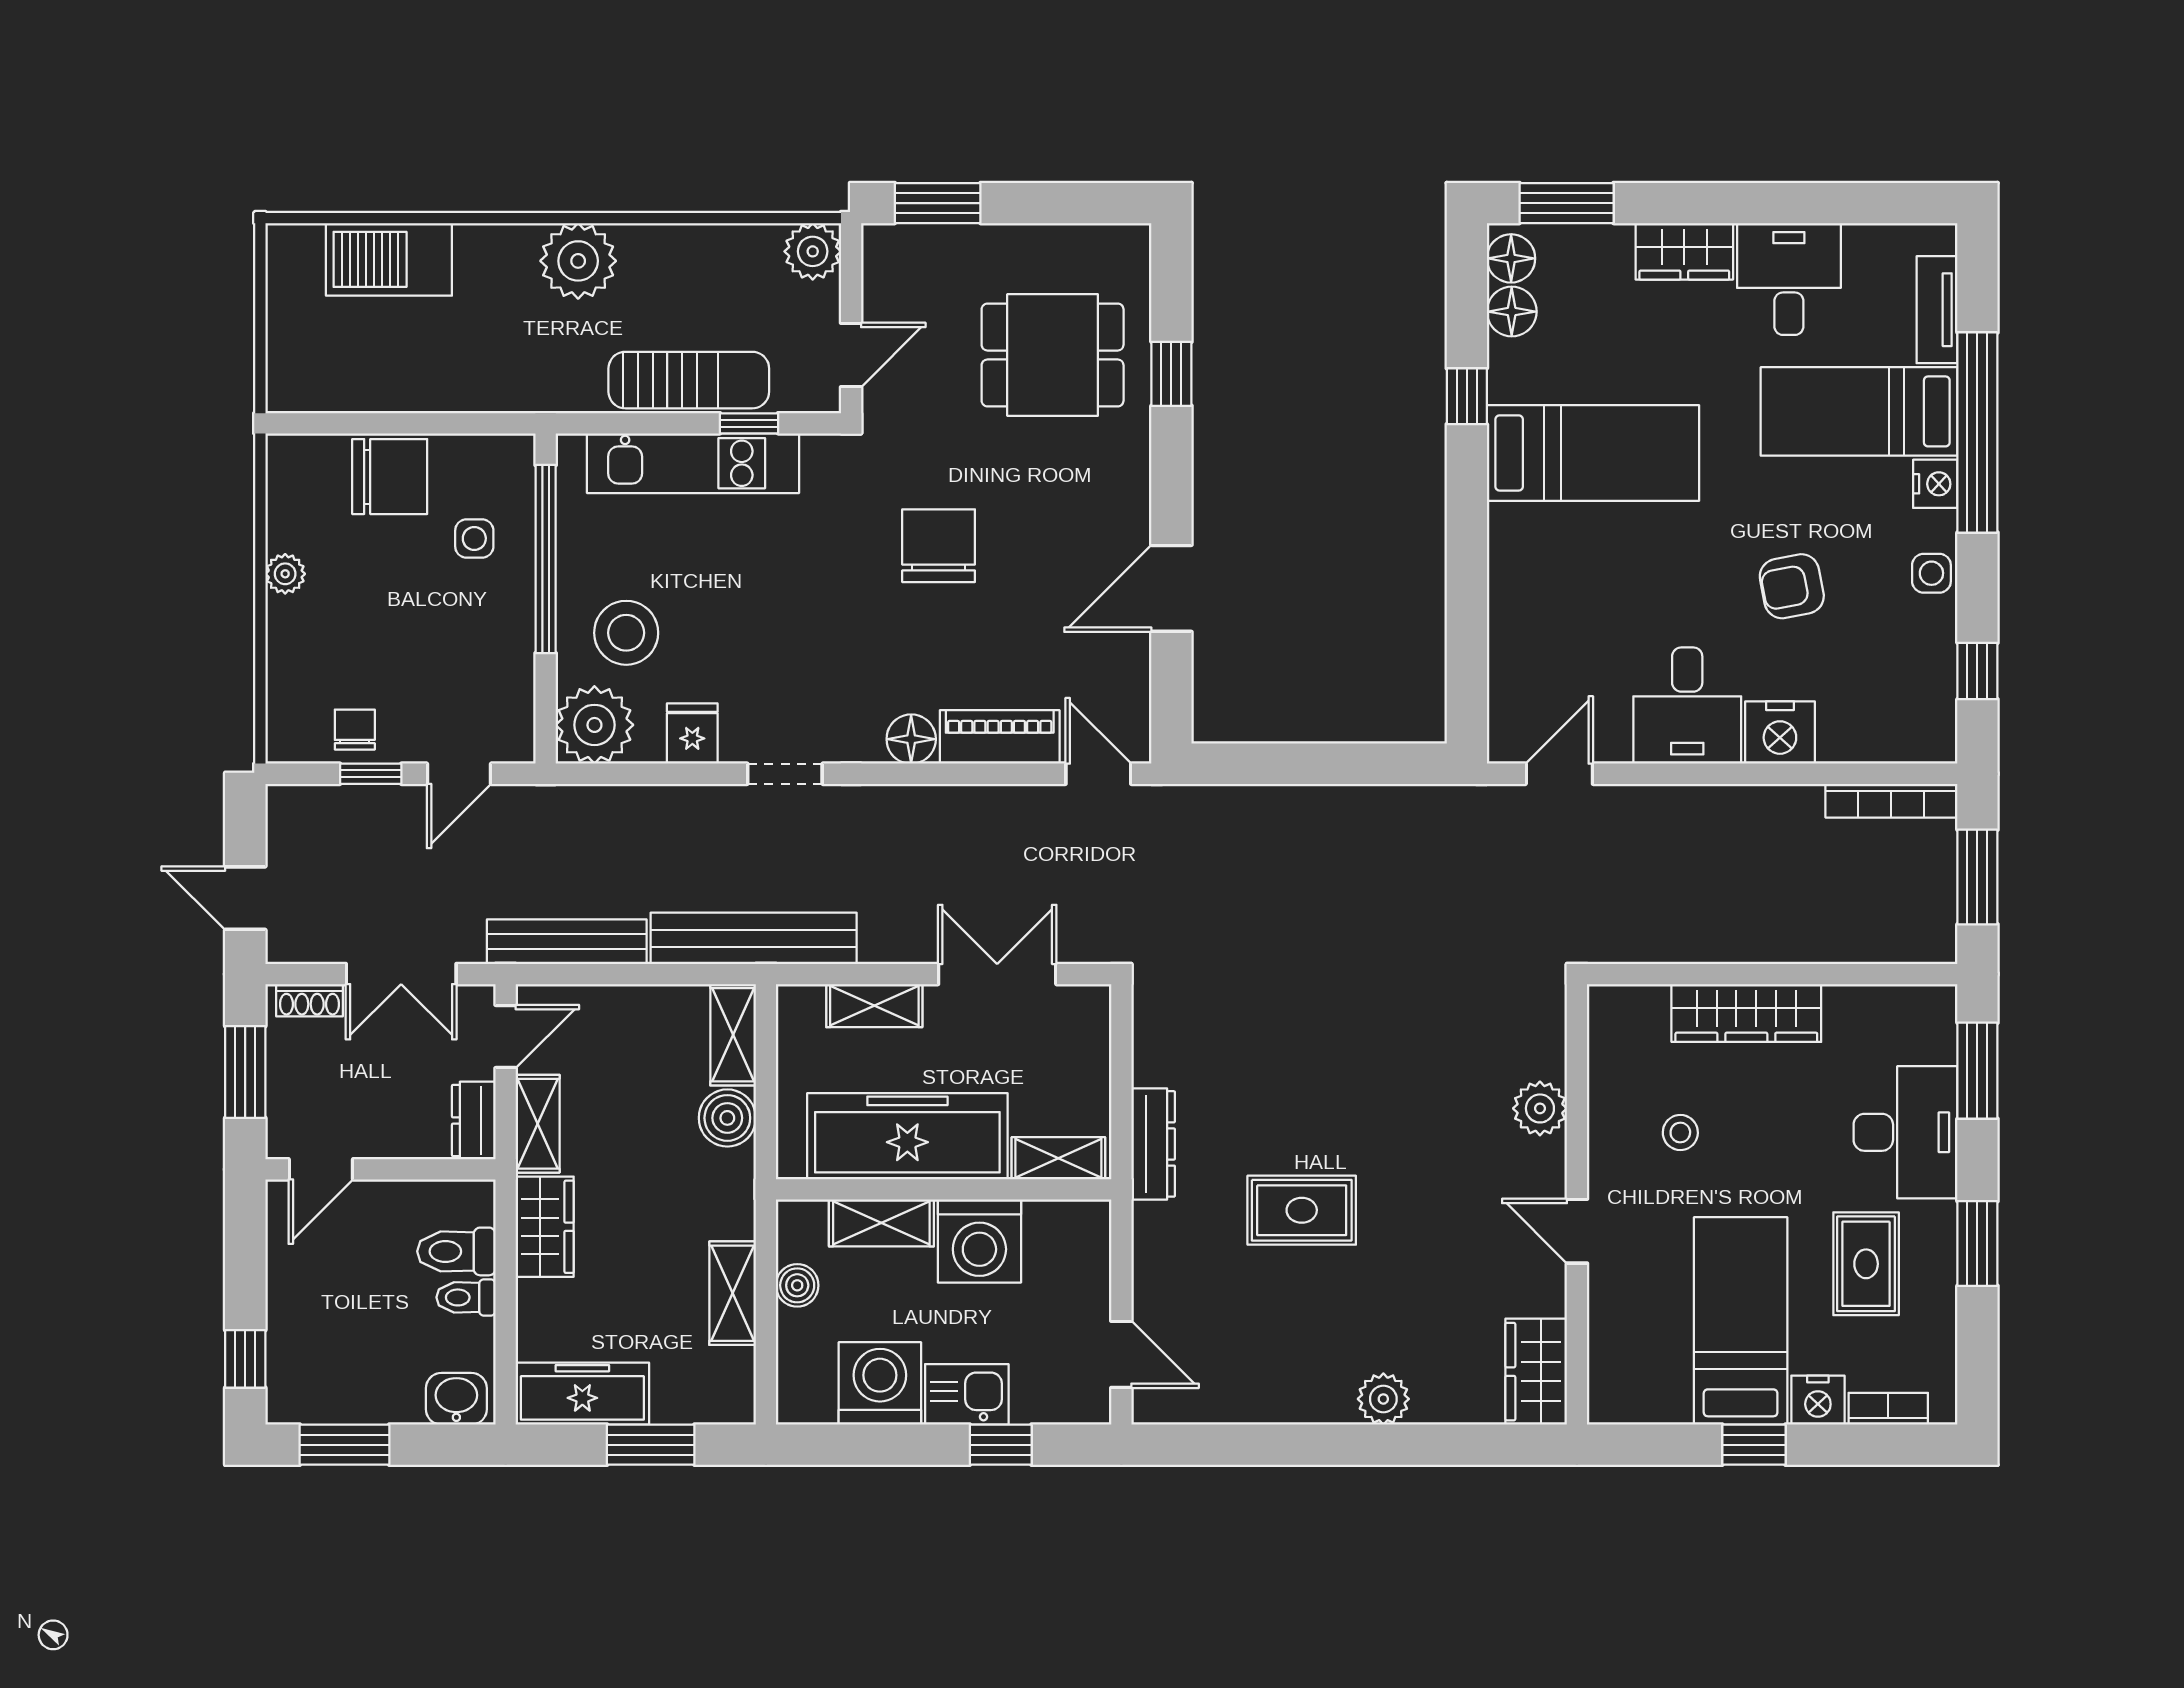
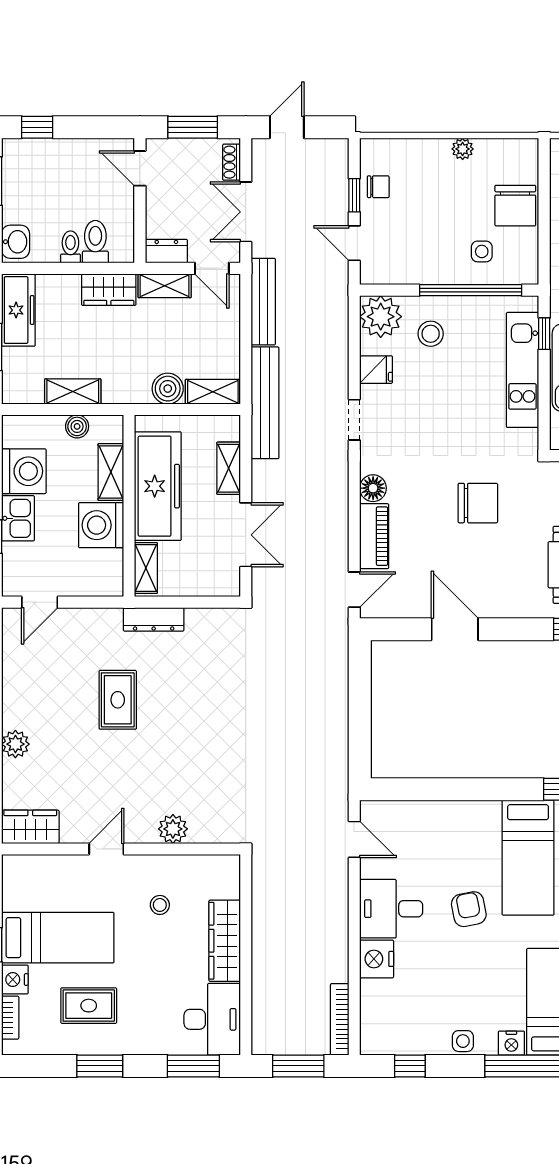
window: (749, 423) -> (544, 334), moved
armchair: (1792, 586) -> (469, 909), moved
stool: (626, 633) -> (431, 334), width x0.73, depth x0.73
desk: (1905, 1132) -> (212, 1019), moved, turned -90

